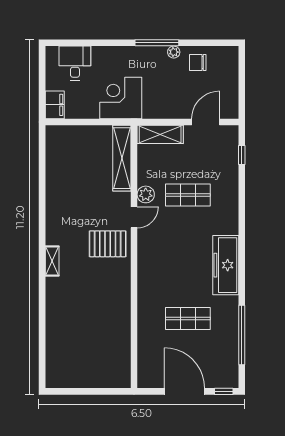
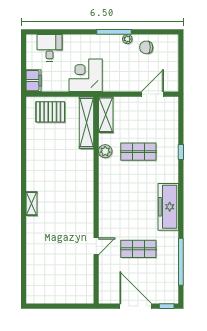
shelving: (160, 134) -> (106, 115), moved, turned 90
window: (242, 155) -> (181, 152), moved
door: (134, 217) -> (96, 246), moved
pallet: (108, 244) -> (50, 112), moved

